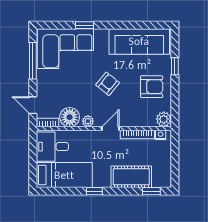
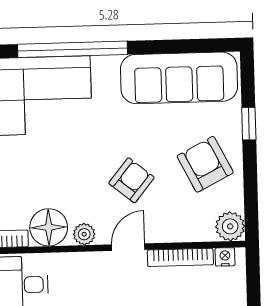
window: (85, 25) -> (73, 49), width x3.17
armchair: (108, 84) -> (131, 180), moved
armchair: (152, 87) -> (205, 164), turned -117

